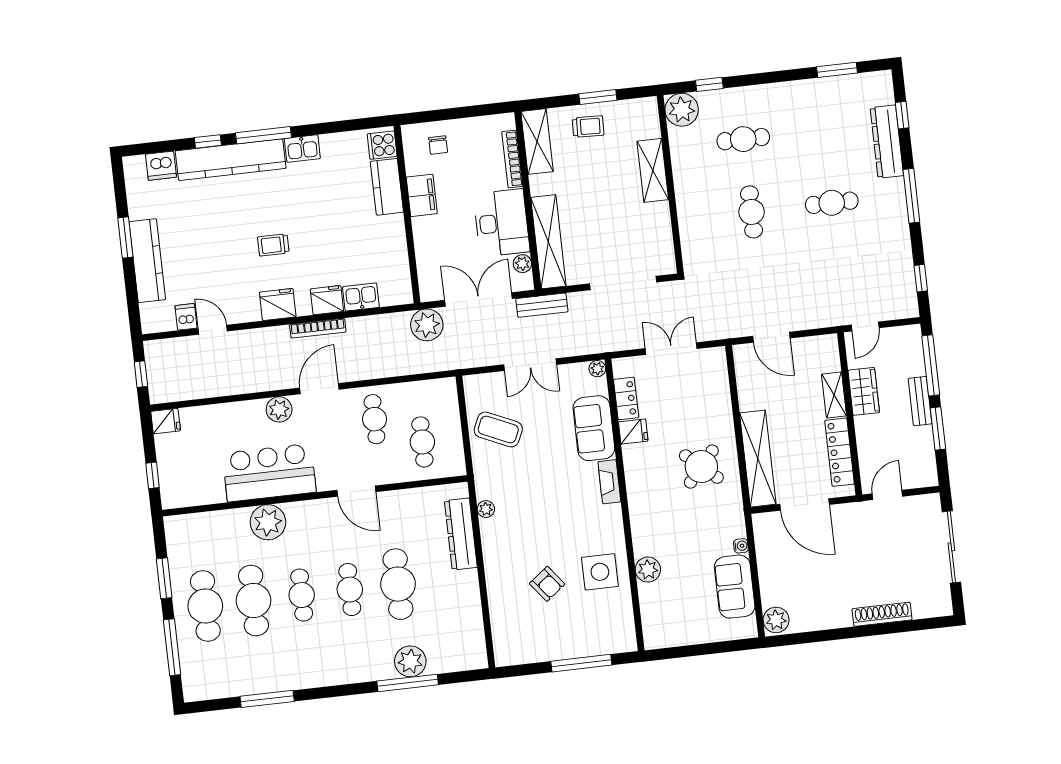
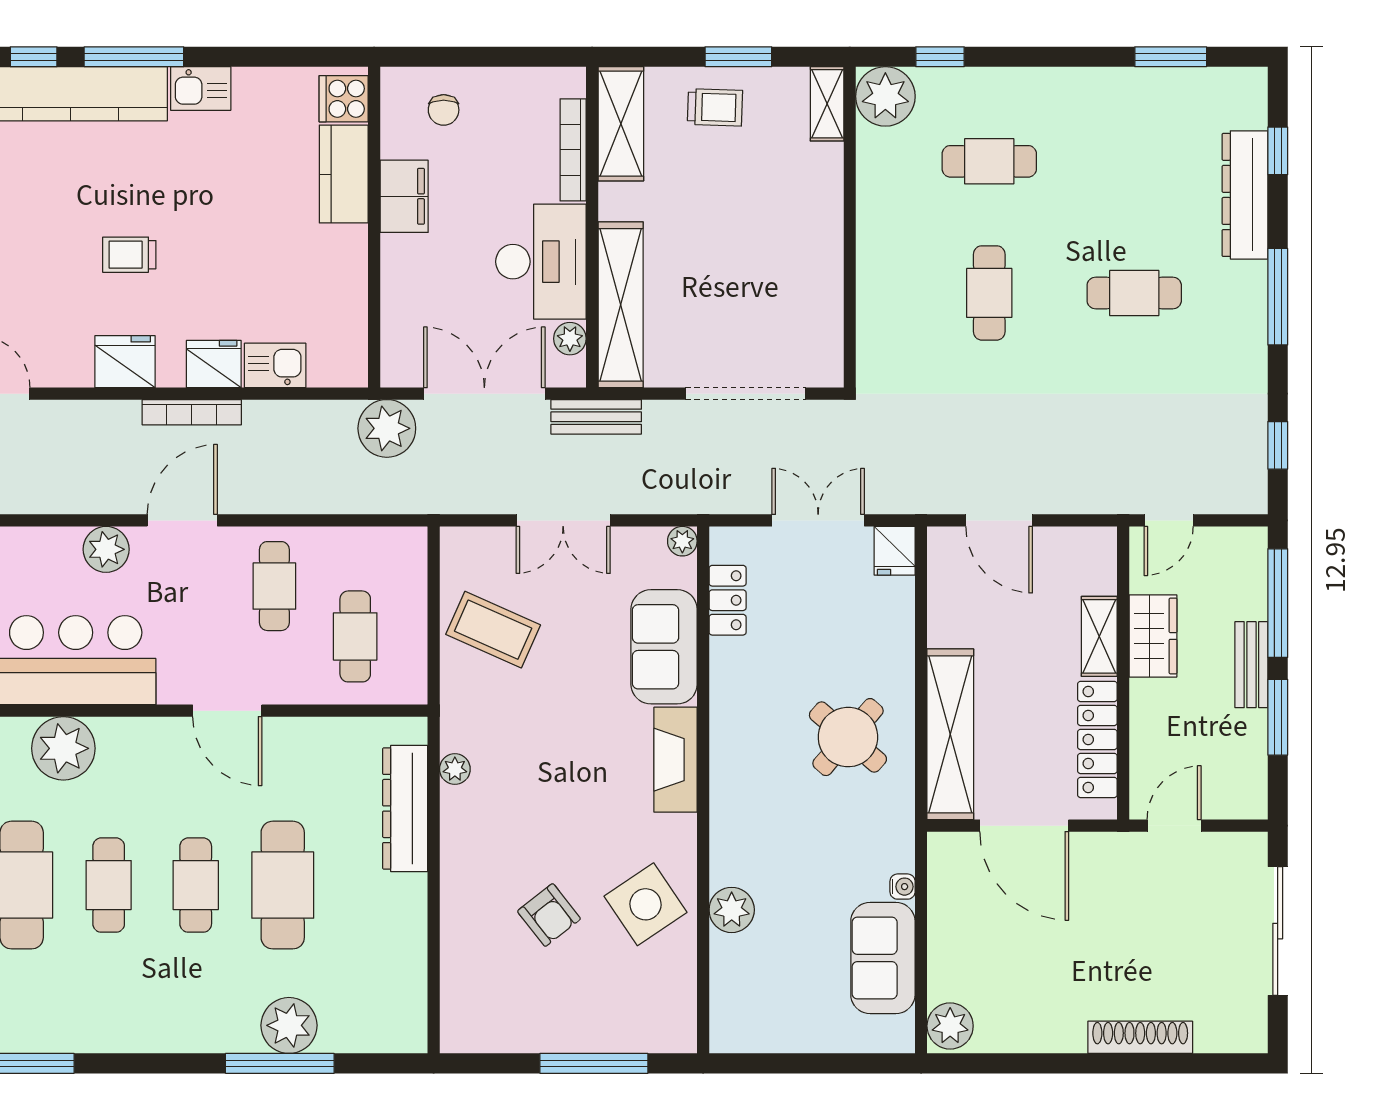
shelving: (653, 170) -> (827, 104), moved, width x0.67, depth x0.75
fridge: (633, 431) -> (895, 551), moved, turned 90
fireplace: (609, 482) -> (676, 760), width x1.37, depth x1.32
side table: (600, 572) -> (645, 904), turned -34

